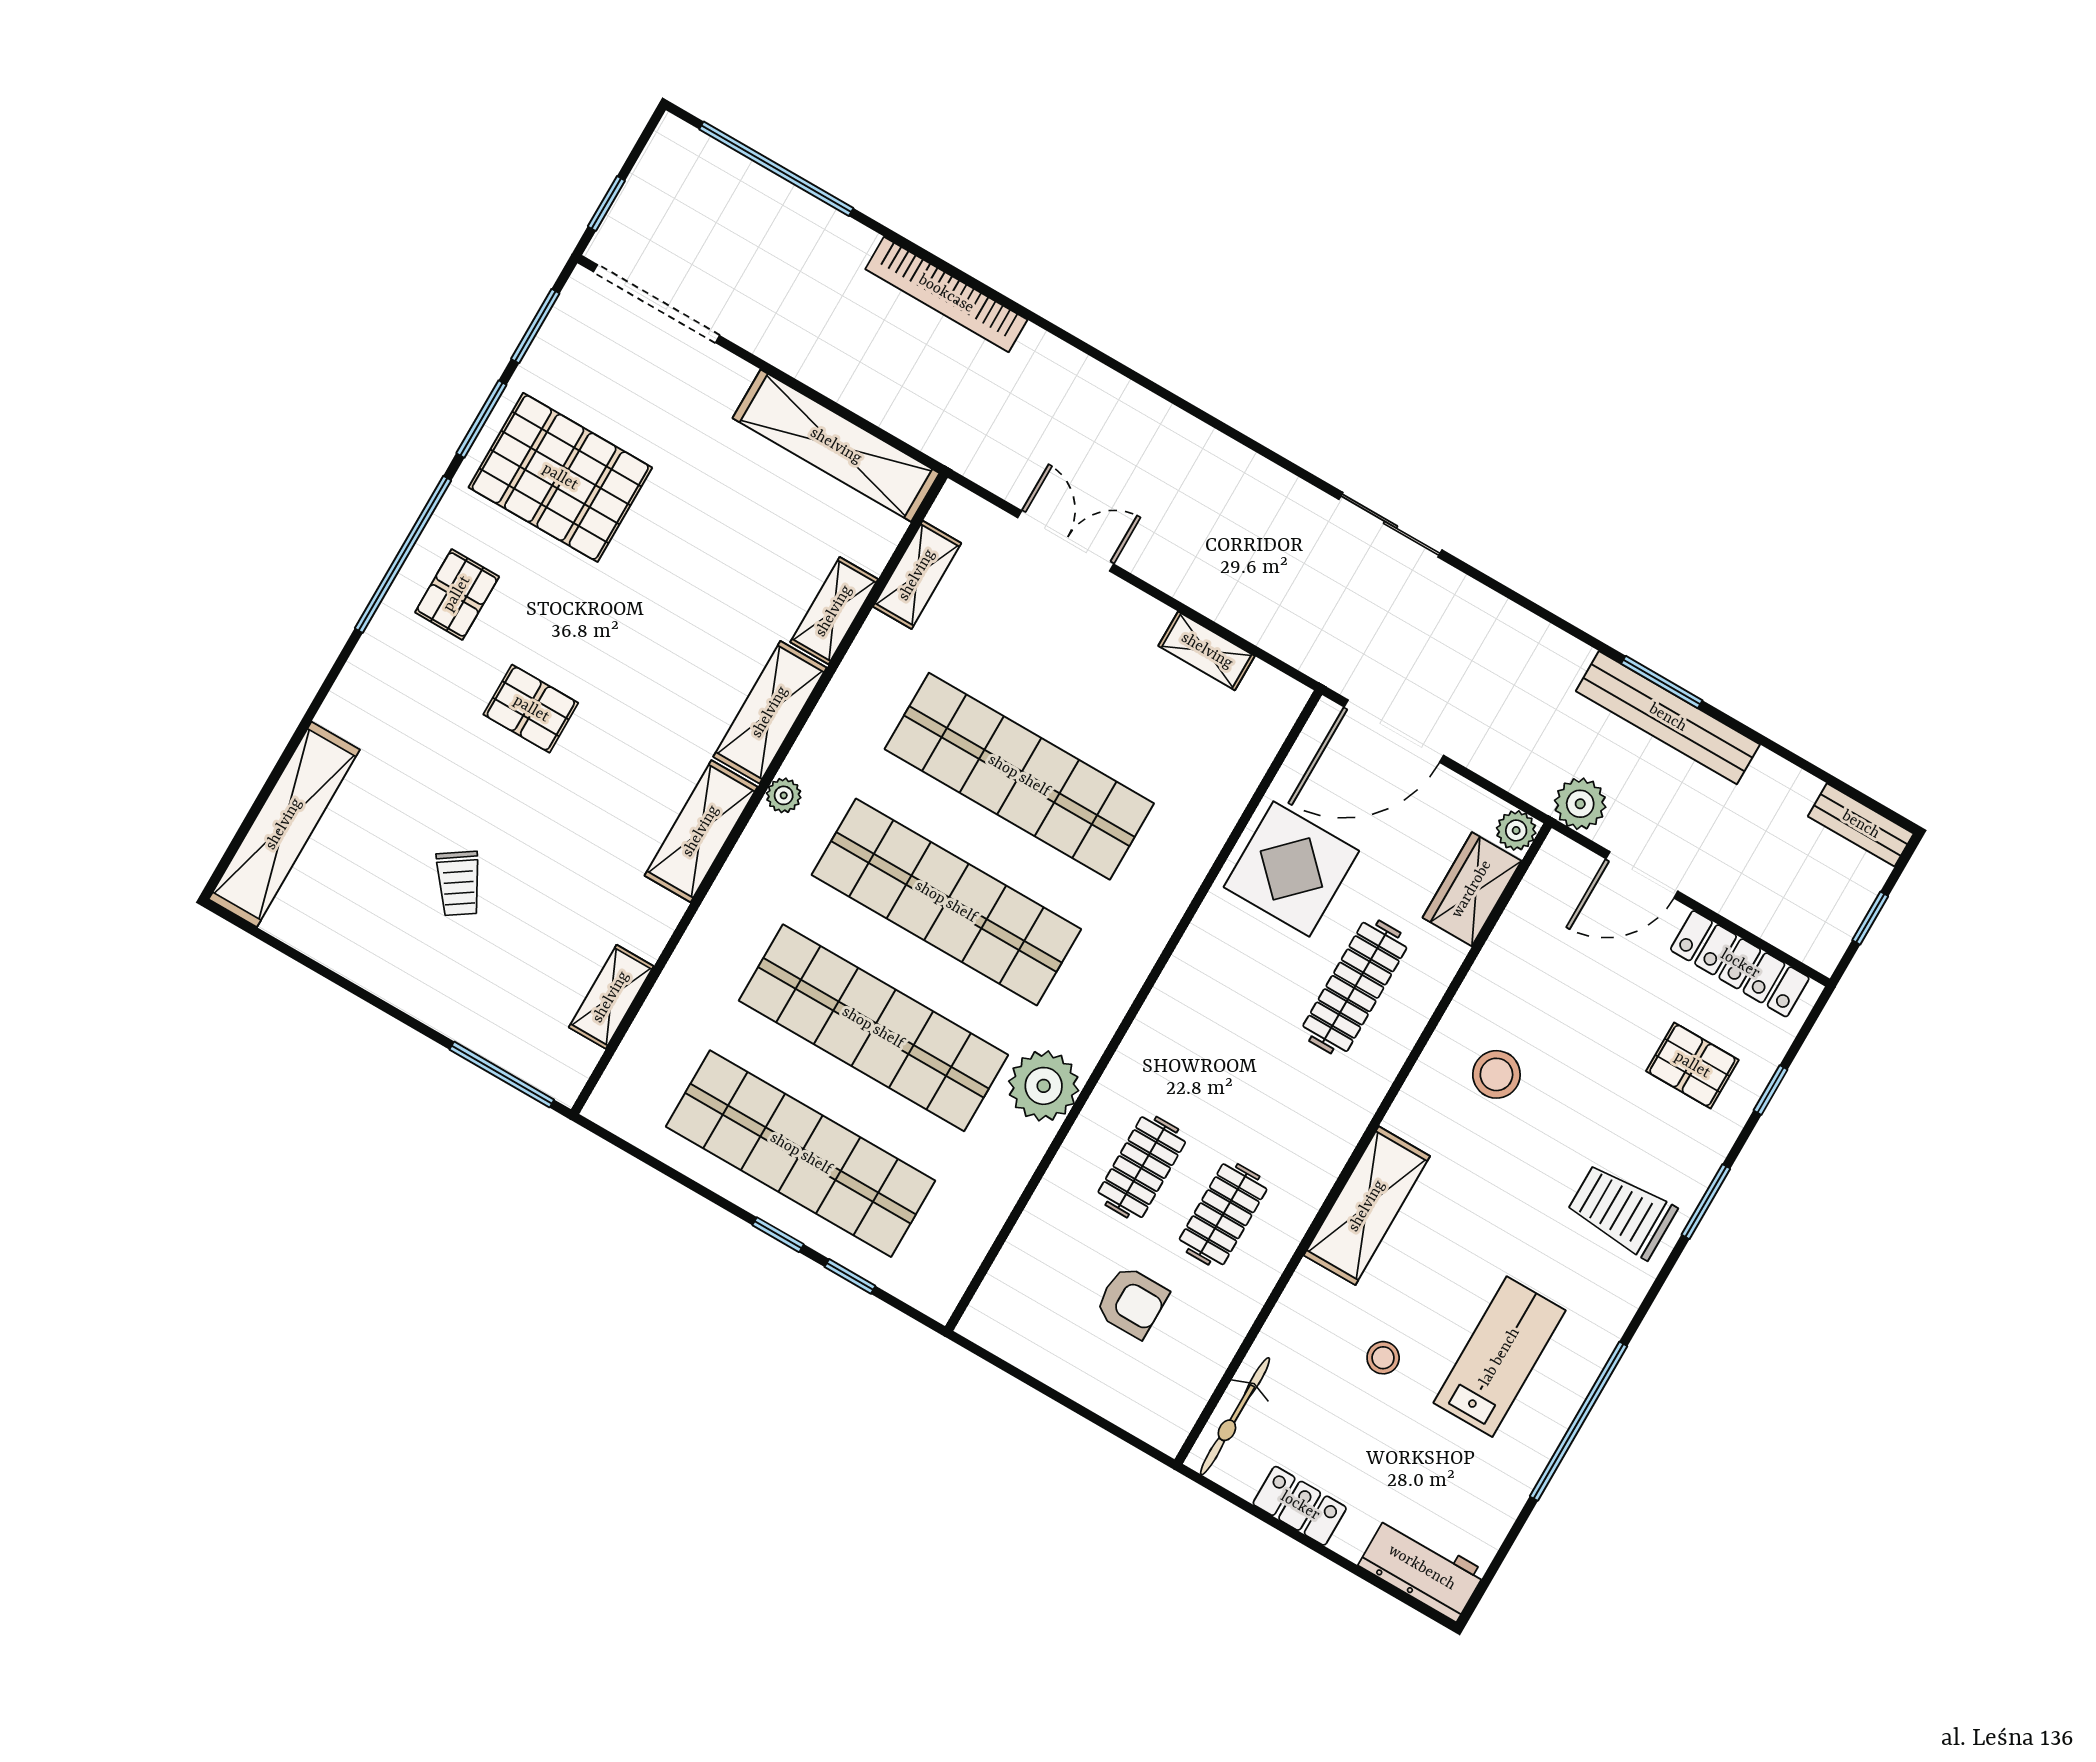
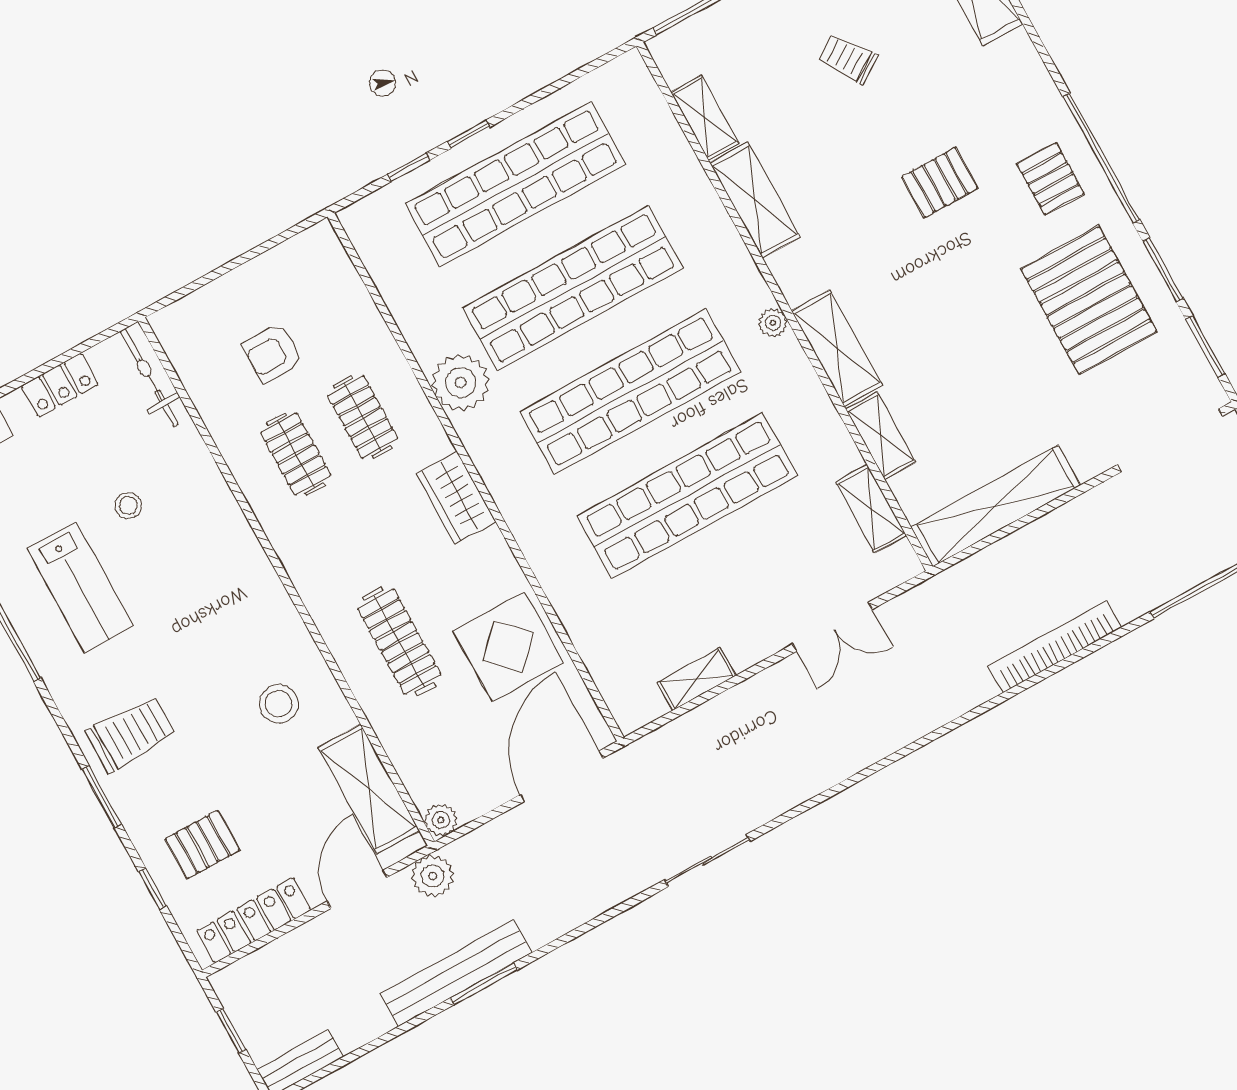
pallet: (560, 477) -> (1089, 300), turned 90
shelving: (701, 831) -> (755, 200), moved
wardrobe: (1472, 889) -> (456, 497), moved, turned 180
shelving: (1367, 1206) -> (369, 789), moved

